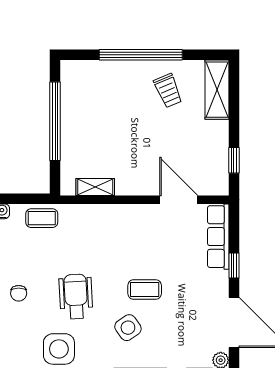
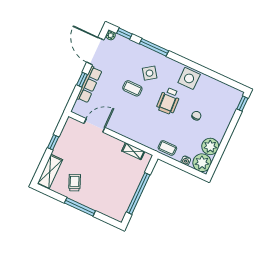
window: (141, 55) -> (80, 207), width x0.68
window: (234, 160) -> (53, 142), moved
door: (179, 200) -> (94, 125), swing flipped
row of seats: (218, 237) -> (89, 85), moved

